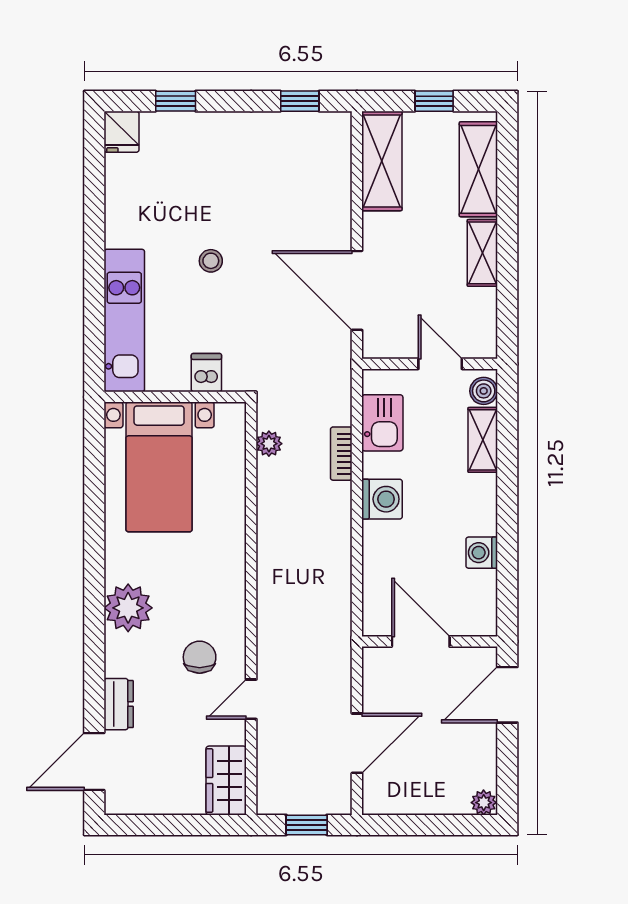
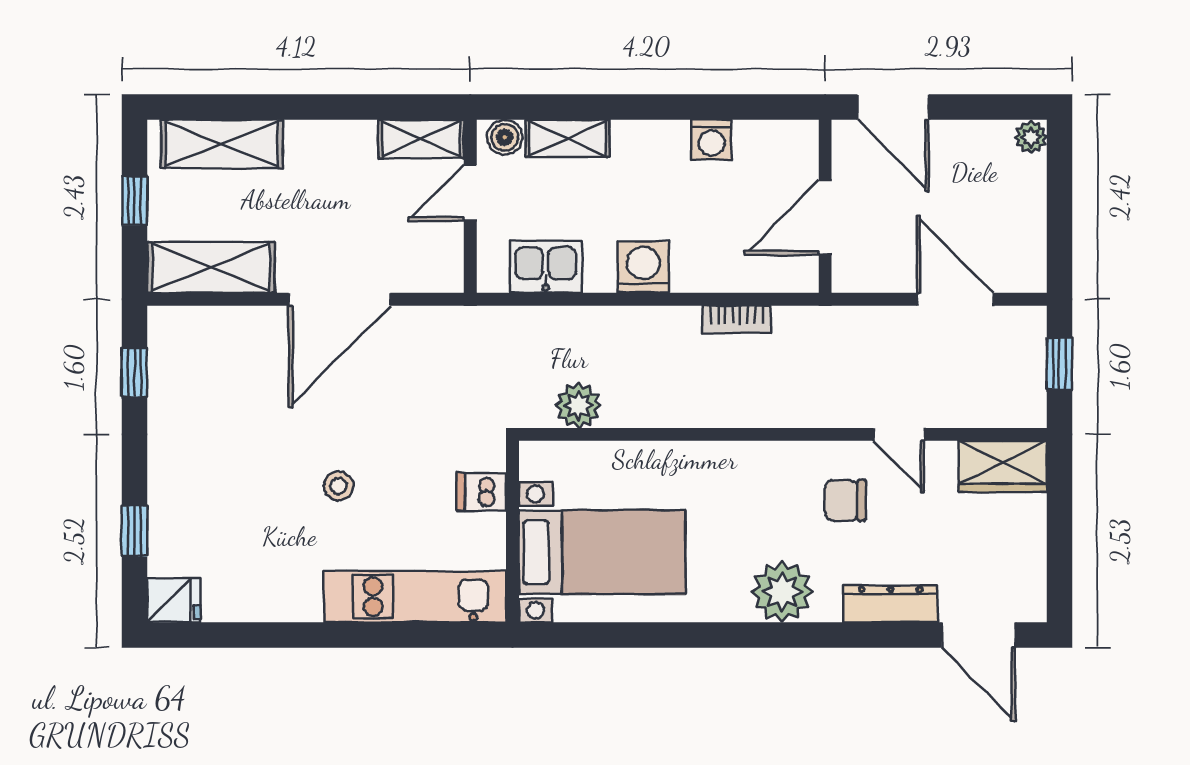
shelving: (482, 253) -> (421, 139), moved
door: (357, 290) -> (340, 299), moved
plant: (269, 444) -> (578, 405), width x1.38, depth x1.38
bookcase: (341, 454) -> (736, 319), moved
dresser: (119, 704) -> (891, 604), width x1.44

